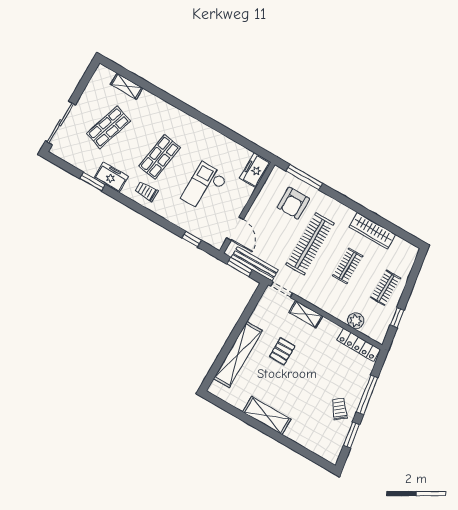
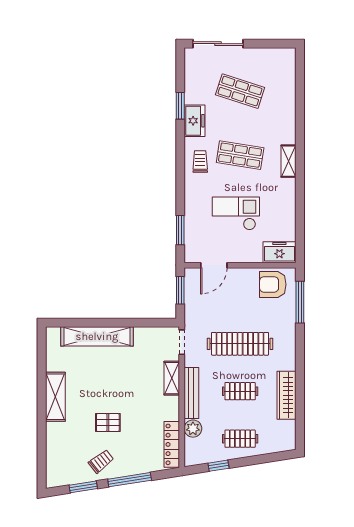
shelving: (127, 86) -> (289, 161), moved
armchair: (293, 203) -> (273, 284), moved
window: (192, 239) -> (180, 230), width x1.50
bench: (255, 264) -> (191, 393), moved
pallet: (282, 351) -> (108, 423), moved

